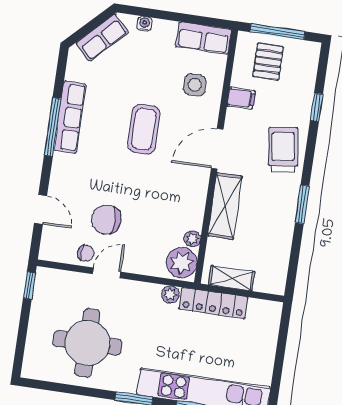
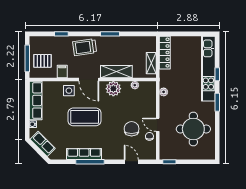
row of seats: (204, 38) -> (36, 100), width x1.48
side table: (195, 85) -> (69, 91), moved
coffee table: (144, 129) -> (85, 117), width x1.36, depth x1.32
door: (41, 209) -> (131, 162), hinge flipped
chair: (106, 220) -> (132, 129), turned 180
plant: (182, 263) -> (113, 89), moved
locker: (213, 303) -> (165, 53), moved

